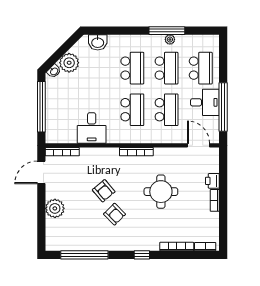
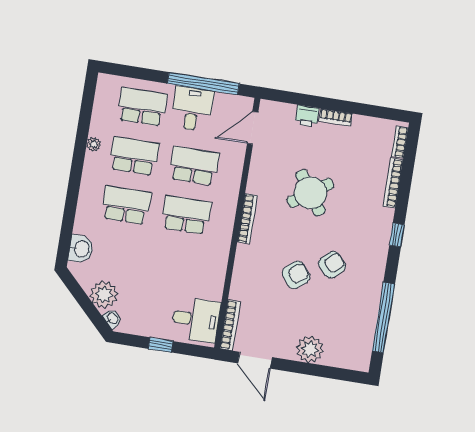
window: (167, 31) -> (80, 147), removed
window: (41, 107) -> (161, 345), width x0.32
desk: (92, 128) -> (196, 320), moved
round table: (161, 192) -> (310, 193), turned -35

